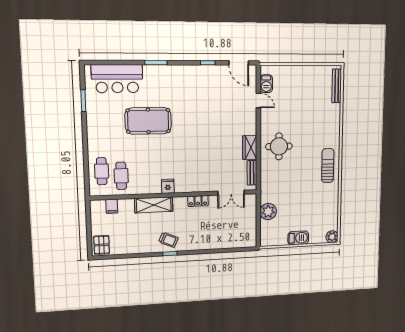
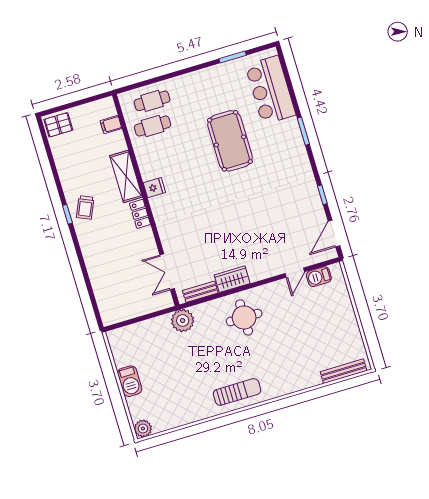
locker: (198, 201) -> (140, 214), moved
plant: (268, 212) -> (183, 321), moved

